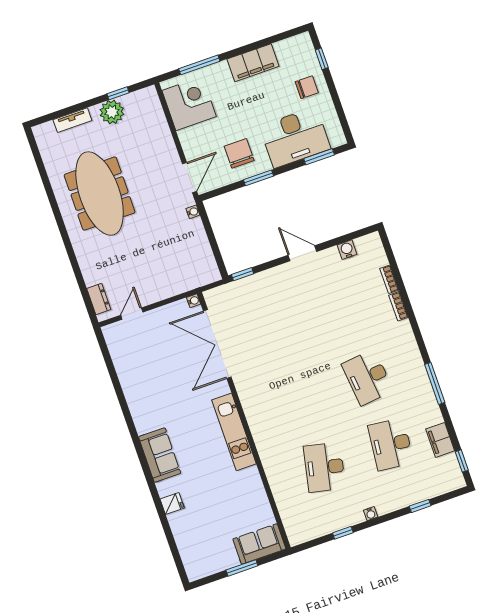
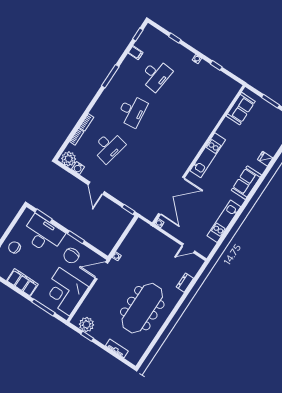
corner desk: (189, 104) -> (64, 292), width x1.36, depth x1.36
plant: (112, 112) -> (86, 324), moved
plant: (368, 247) -> (69, 159), added
dresser: (99, 299) -> (185, 283), moved
kitchen unit: (132, 387) -> (224, 221), added
filing cabinet: (440, 440) -> (136, 53), width x0.50
desk: (324, 467) -> (109, 147), moved
sofa: (259, 544) -> (241, 109), moved, turned -90

